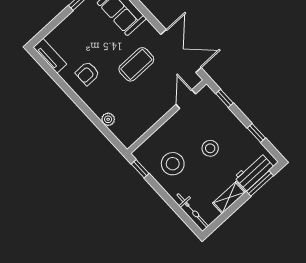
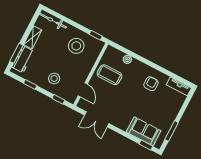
double door: (181, 51) -> (97, 119), width x0.73
coffee table: (136, 64) -> (109, 75), moved, turned 90
stool: (210, 148) -> (54, 79), moved

